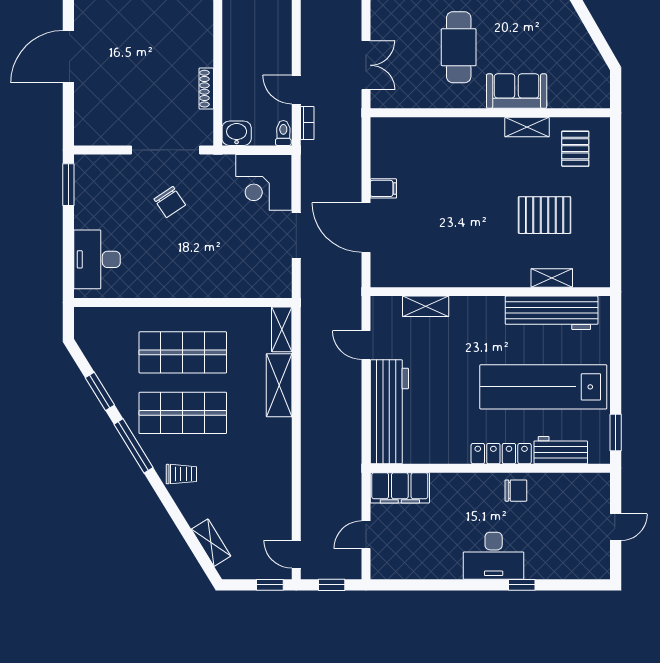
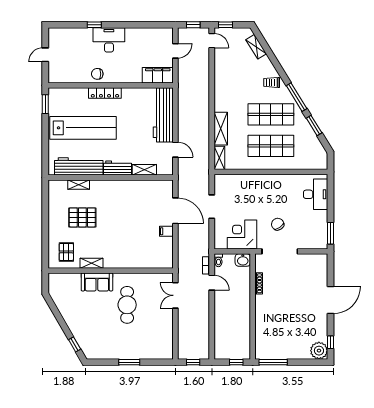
corner desk: (264, 182) -> (242, 234), moved, turned -90
workbench: (561, 450) -> (118, 168), moved, turned 180

